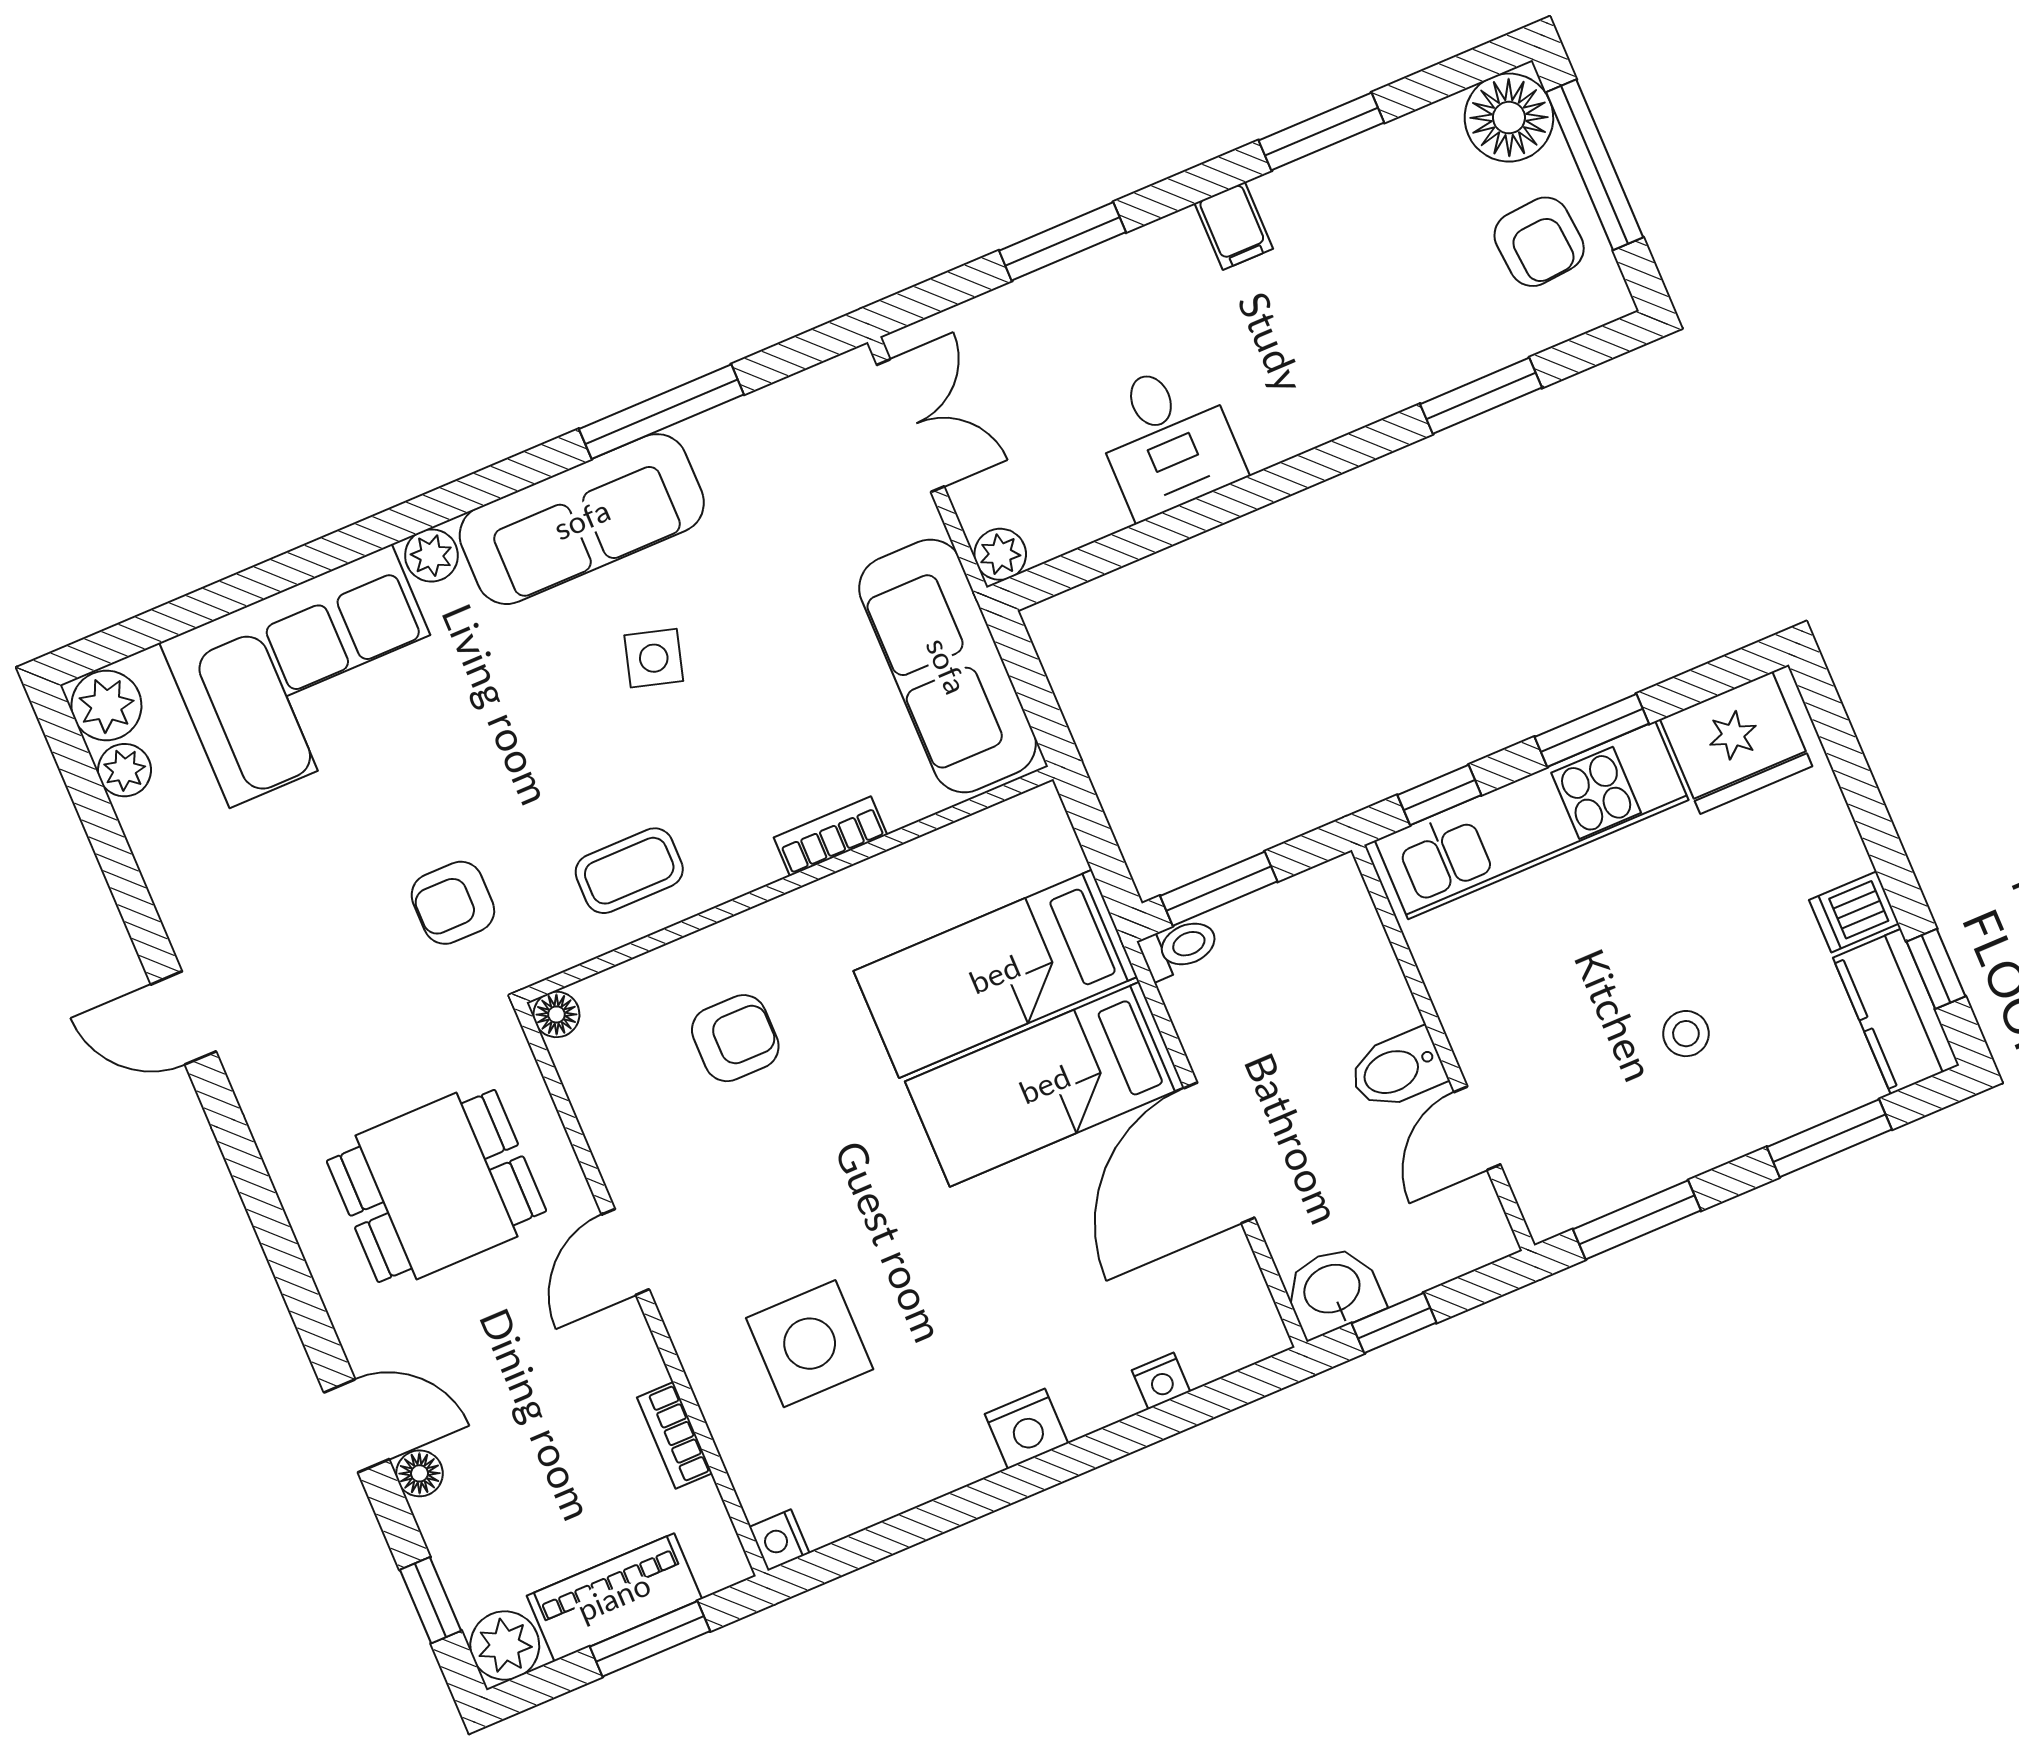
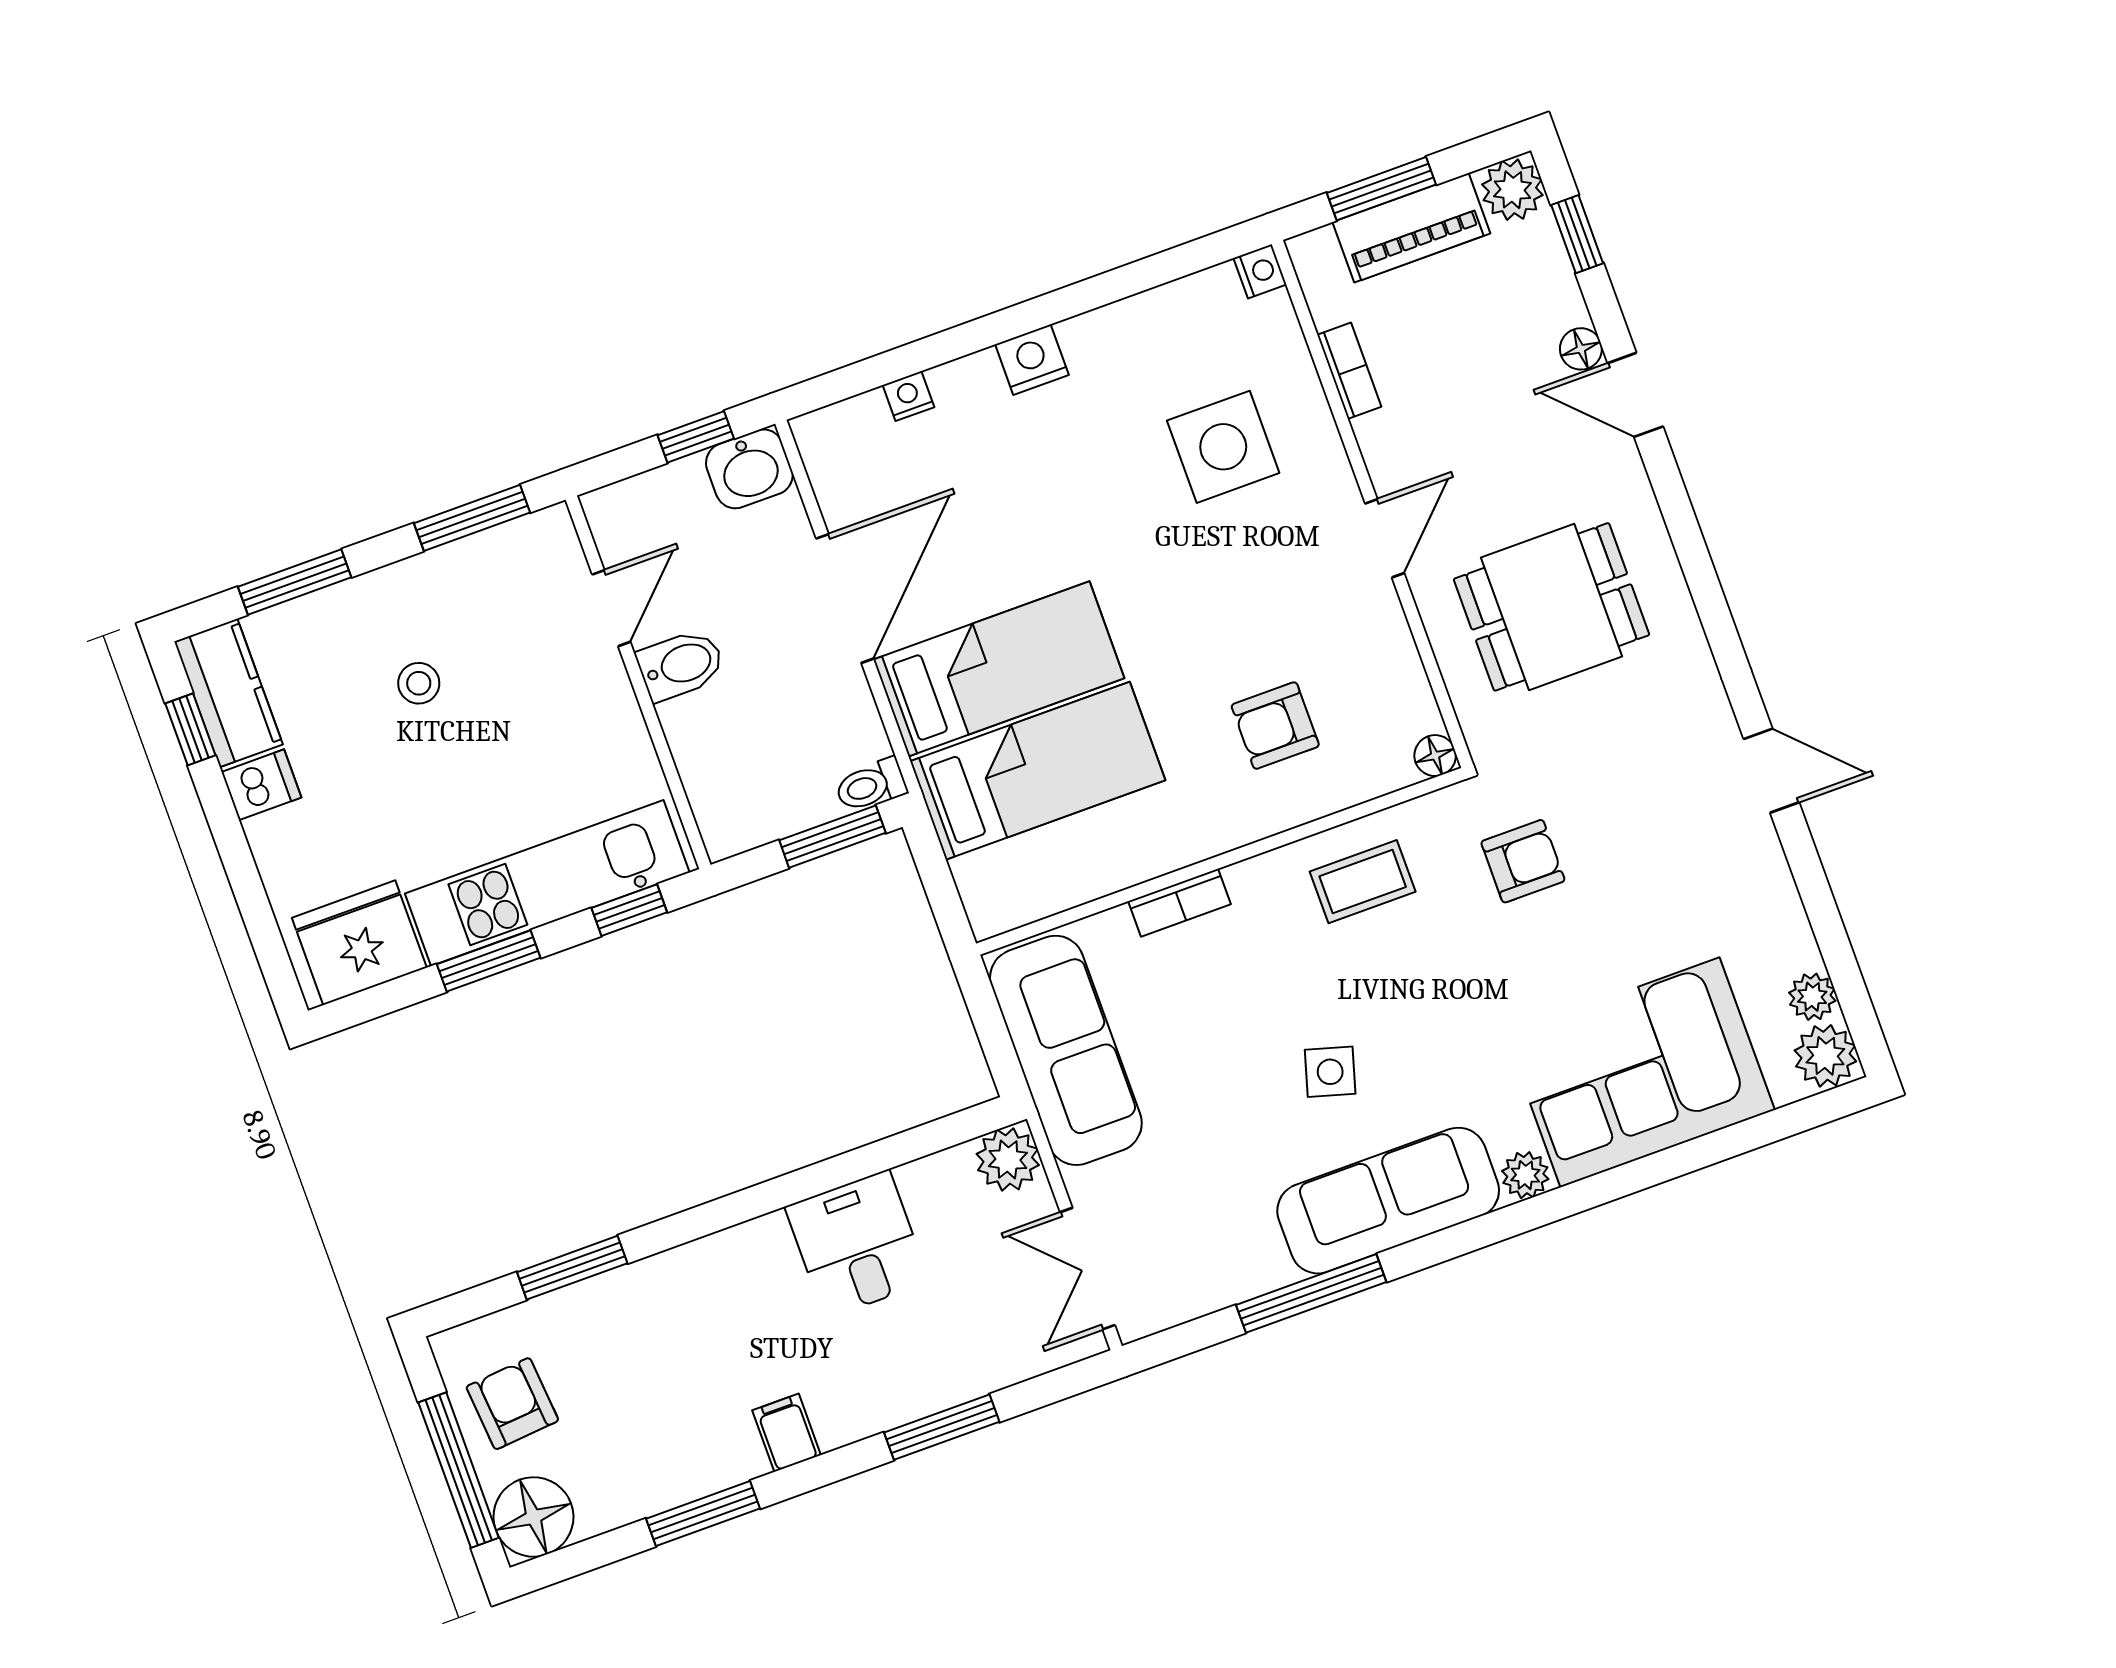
plant: (1000, 554) -> (1008, 1160), width x1.38, depth x1.38

